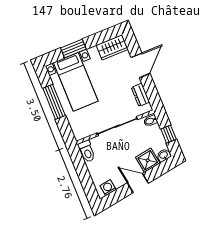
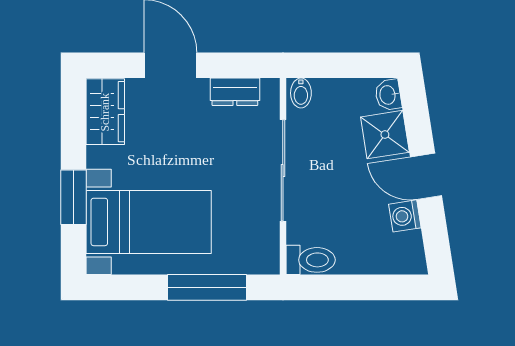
window: (54, 102) -> (207, 287), moved
window: (169, 134) -> (346, 65), removed
door: (138, 183) -> (426, 176), hinge flipped
washing machine: (108, 188) -> (405, 216), moved

